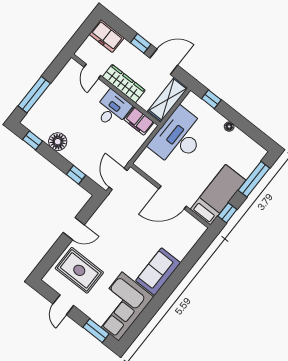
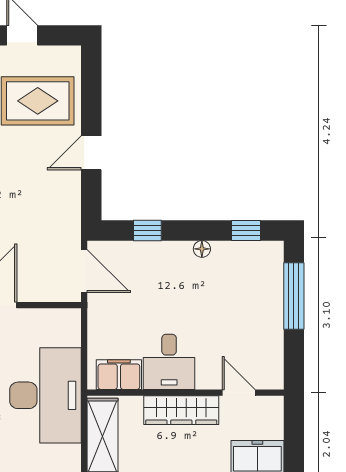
floor lamp: (58, 142) -> (202, 249), width x0.53, depth x0.53

